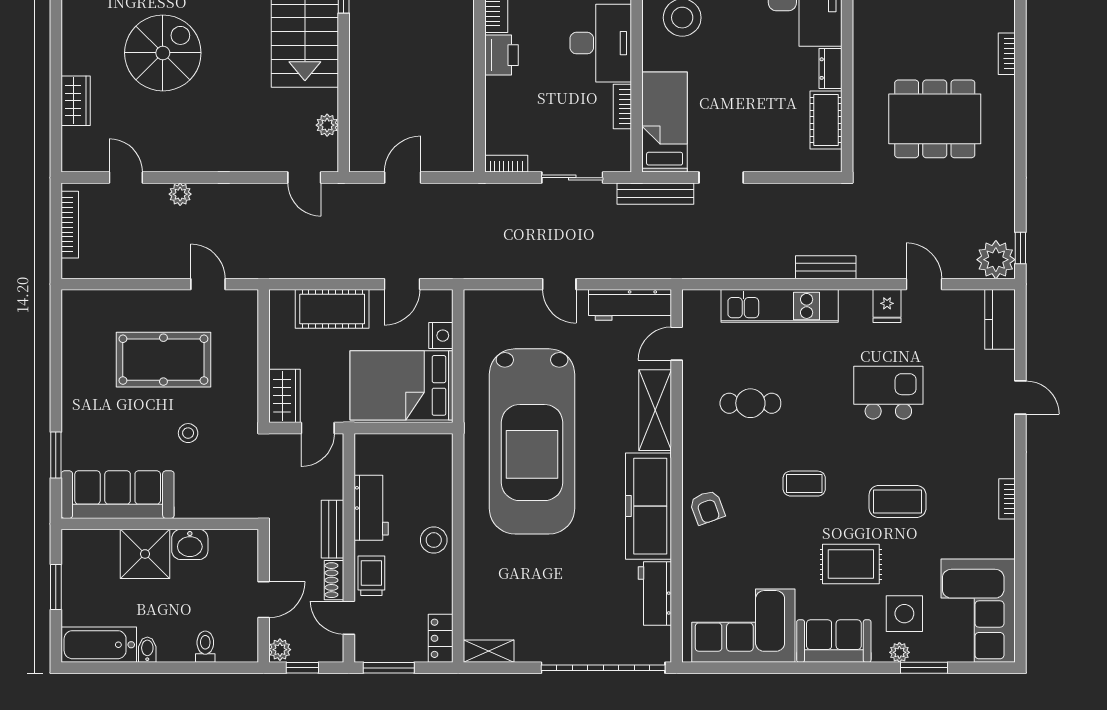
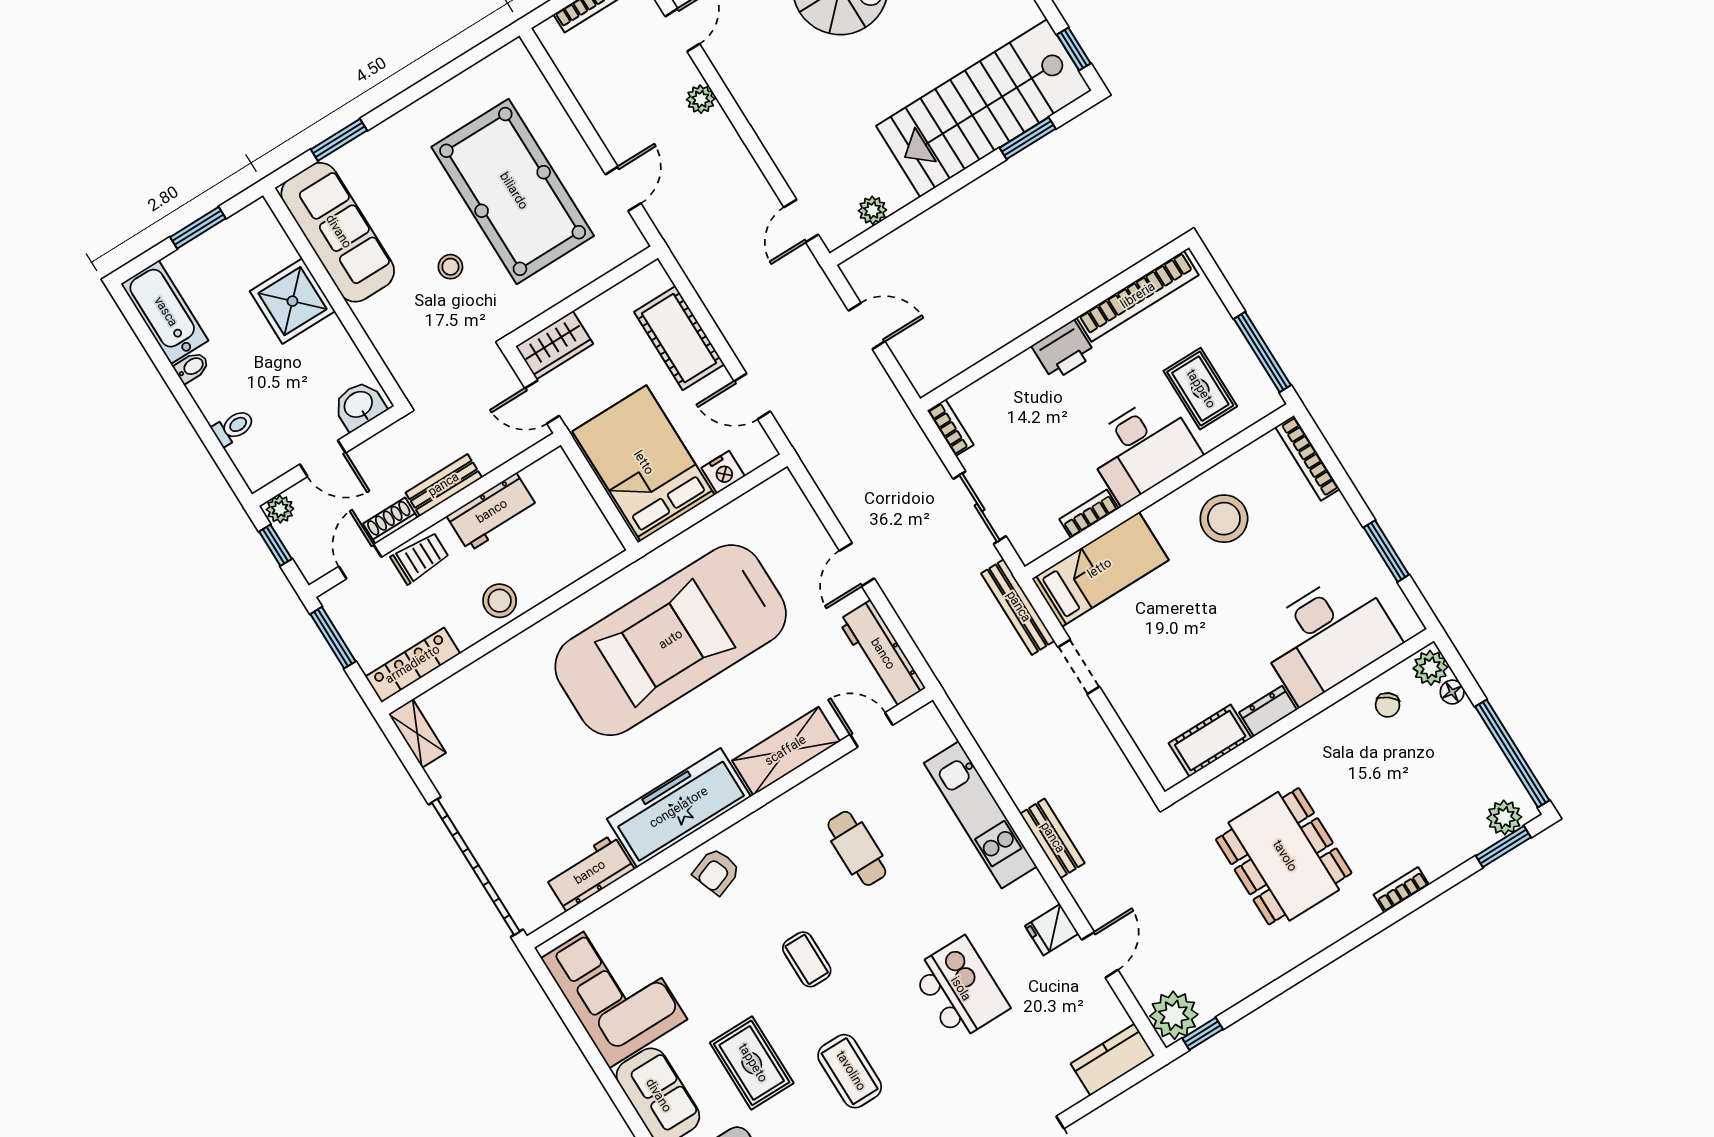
pool table: (163, 360) -> (513, 191), width x1.36, depth x1.32
washbasin: (190, 544) -> (359, 405), moved, turned 90
locker: (441, 638) -> (413, 665), width x1.53

